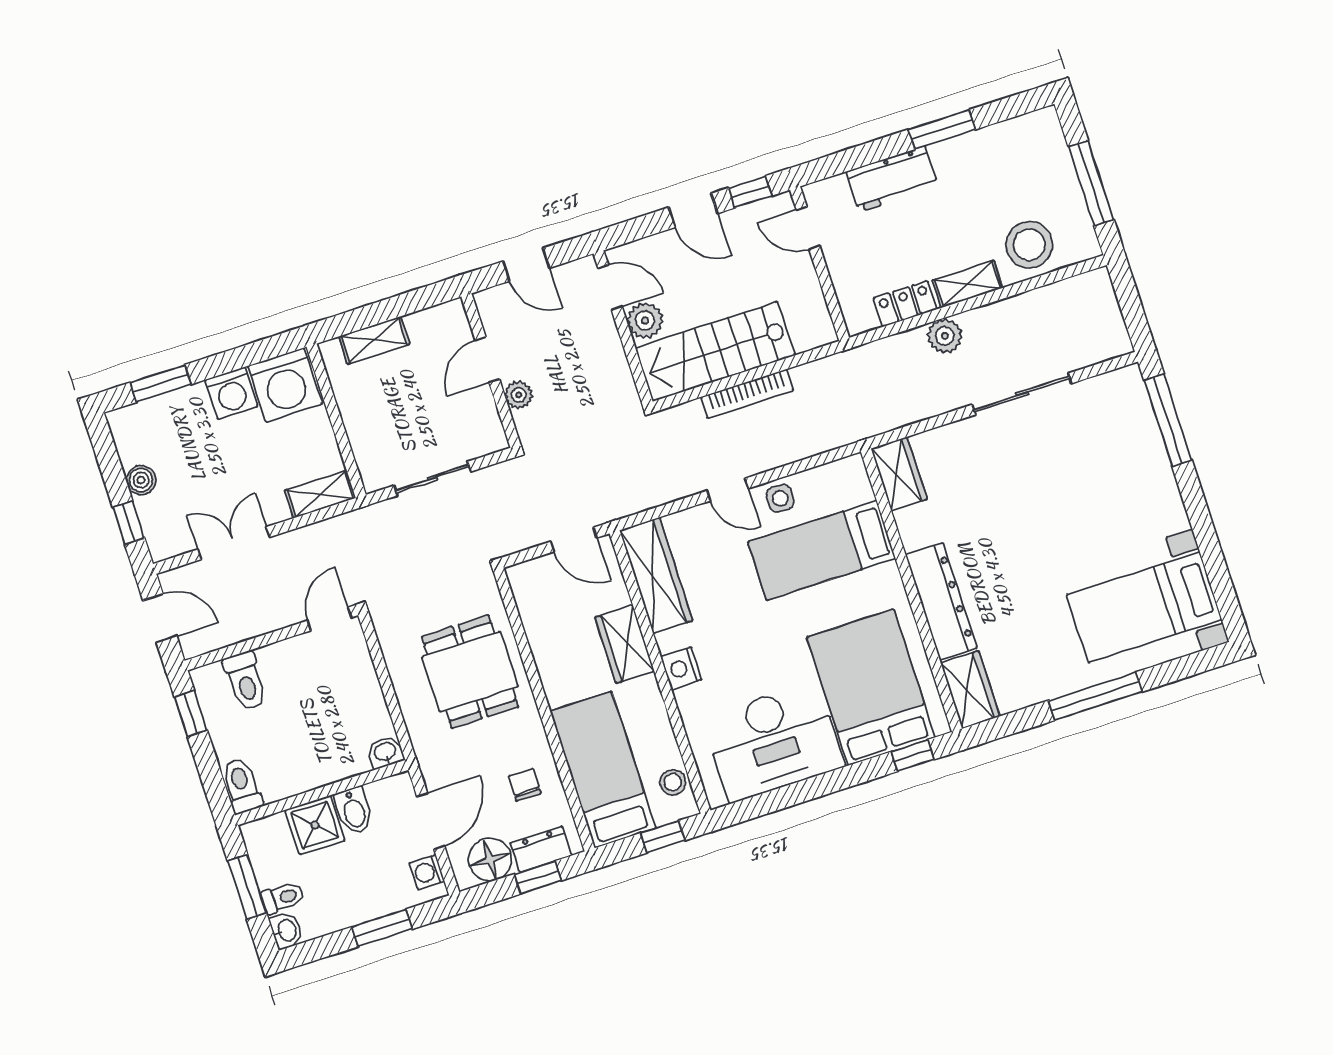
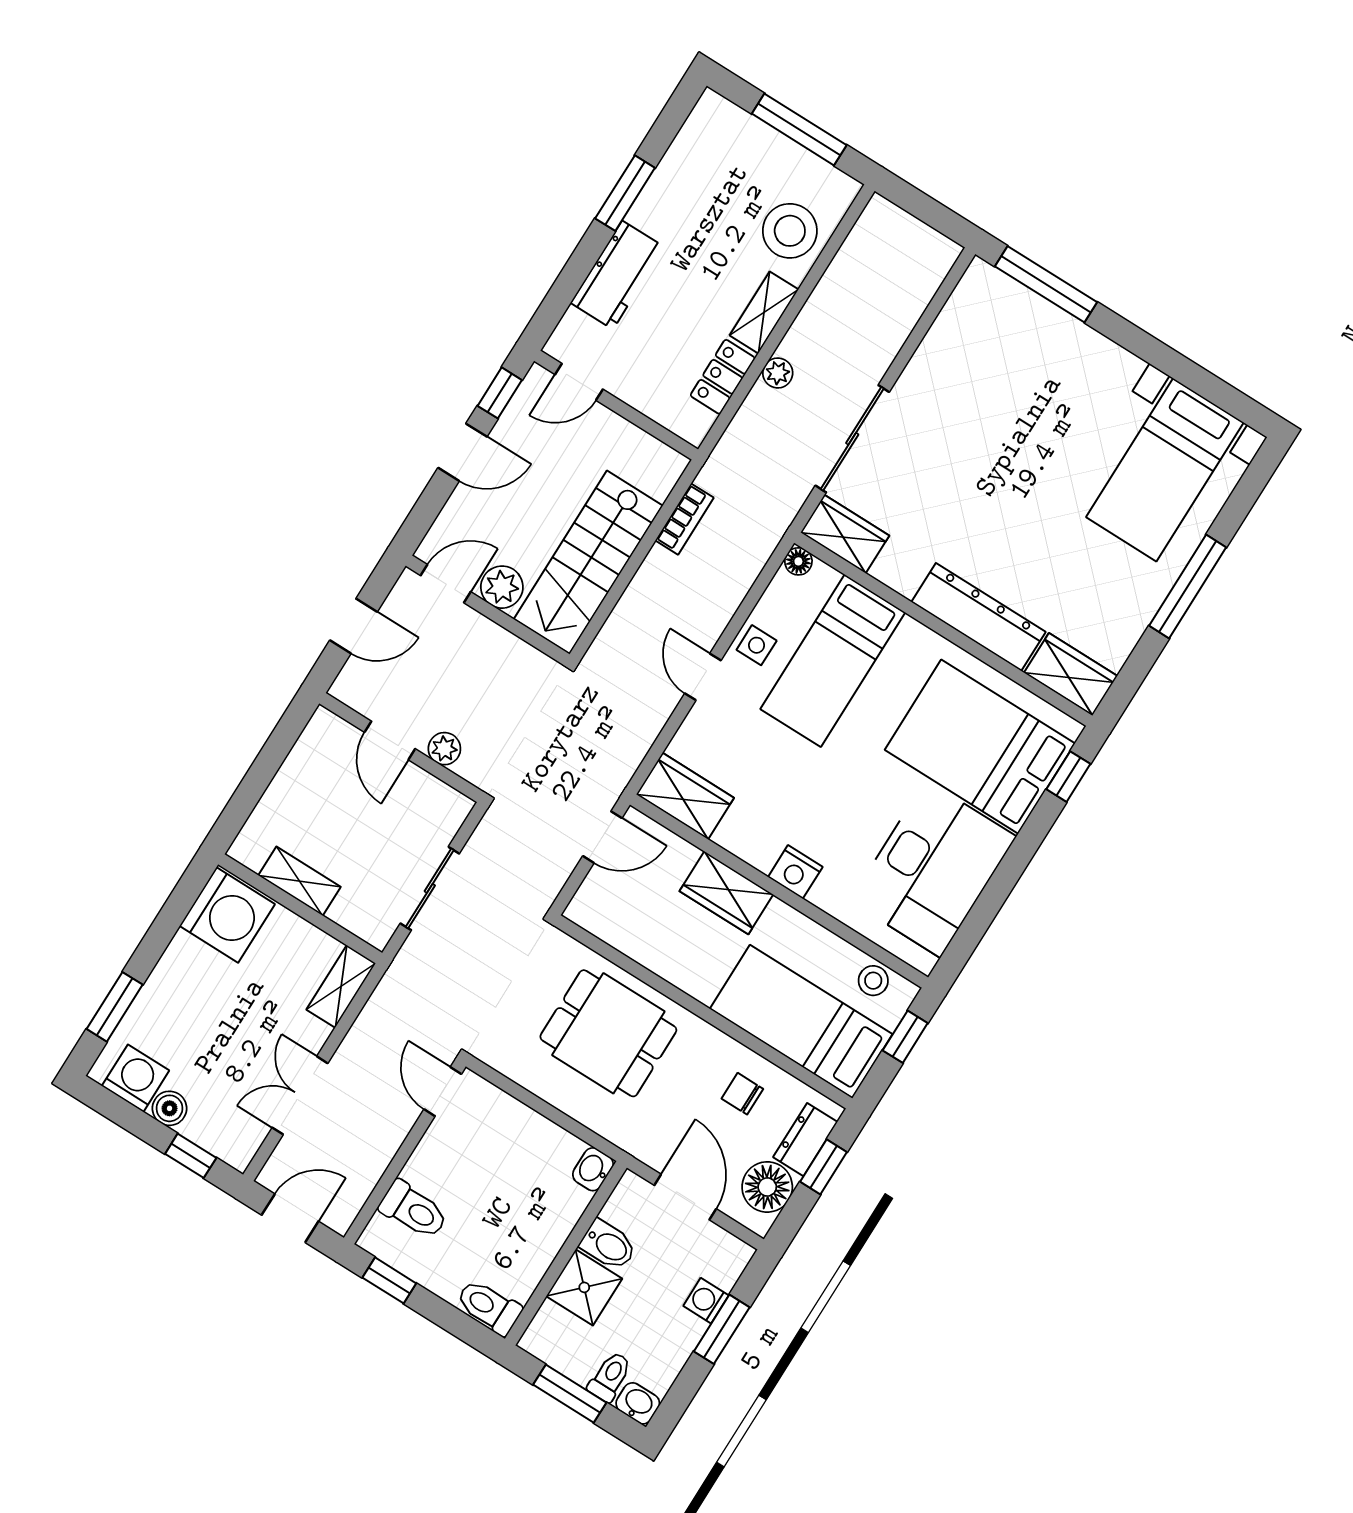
plant: (945, 336) -> (778, 373), width x0.73, depth x0.73
shelving: (374, 340) -> (300, 881), moved, turned 90
washing machine: (231, 393) -> (136, 1078), moved, turned -90
bookcase: (747, 394) -> (684, 519), moved, width x0.64
sliding door: (1022, 394) -> (852, 439), moved
floor lamp: (854, 466) -> (798, 561), added
door: (728, 490) -> (703, 677), swing flipped
wardrobe: (656, 575) -> (685, 796), width x0.67
washing machine: (427, 872) -> (706, 1301), moved, turned 90

